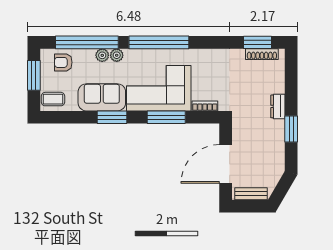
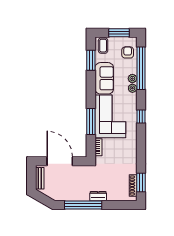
window: (159, 42) -> (141, 117), width x0.32
window: (112, 117) -> (91, 60), moved
window: (291, 129) -> (83, 205), width x2.11

